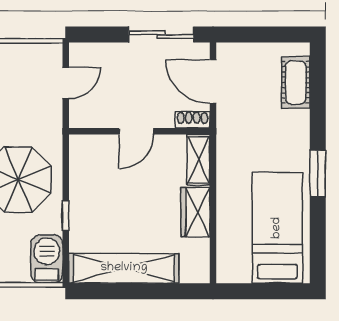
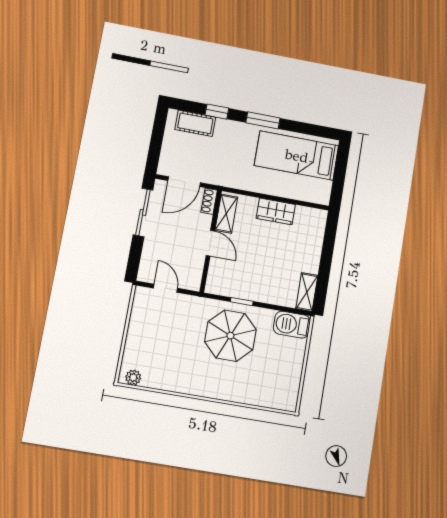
window: (318, 109) -> (217, 112), added
shelving: (198, 160) -> (226, 214), moved, turned 90
window: (66, 215) -> (242, 302), moved
shelving: (124, 268) -> (307, 292), width x0.45, depth x0.75

